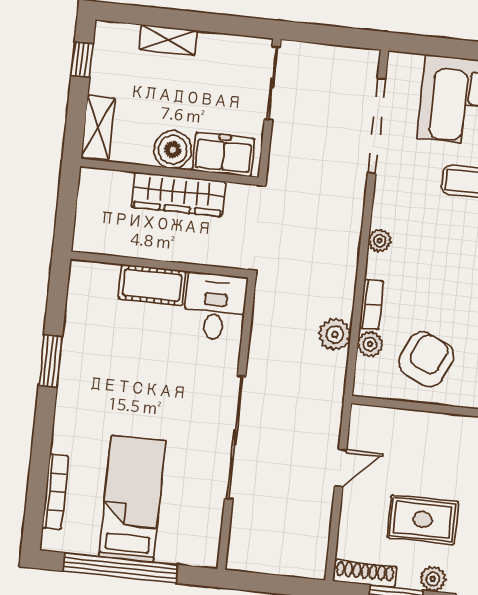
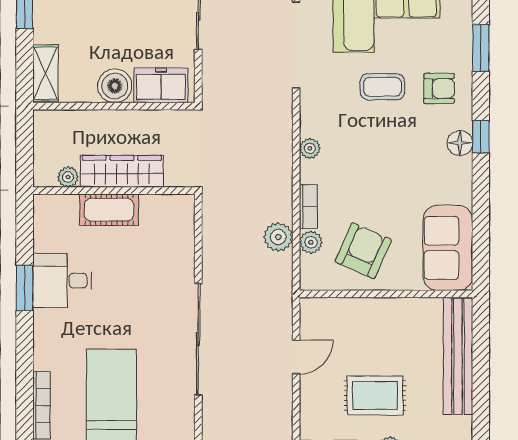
wardrobe: (179, 194) -> (122, 171), moved, turned 180
plant: (111, 244) -> (68, 177), added
desk: (215, 307) -> (62, 281), moved, turned -90

